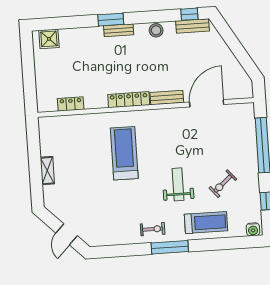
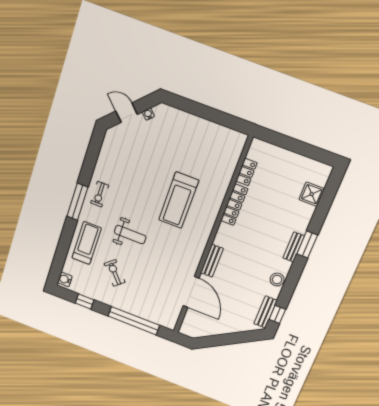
shower: (49, 39) -> (312, 194), moved
locker: (129, 100) -> (234, 205), moved
treadmill: (124, 153) -> (179, 200), turned 90
shelving: (47, 171) -> (194, 121), removed
water cooler: (59, 214) -> (148, 114), added
treadmill: (206, 223) -> (87, 243), turned 180

